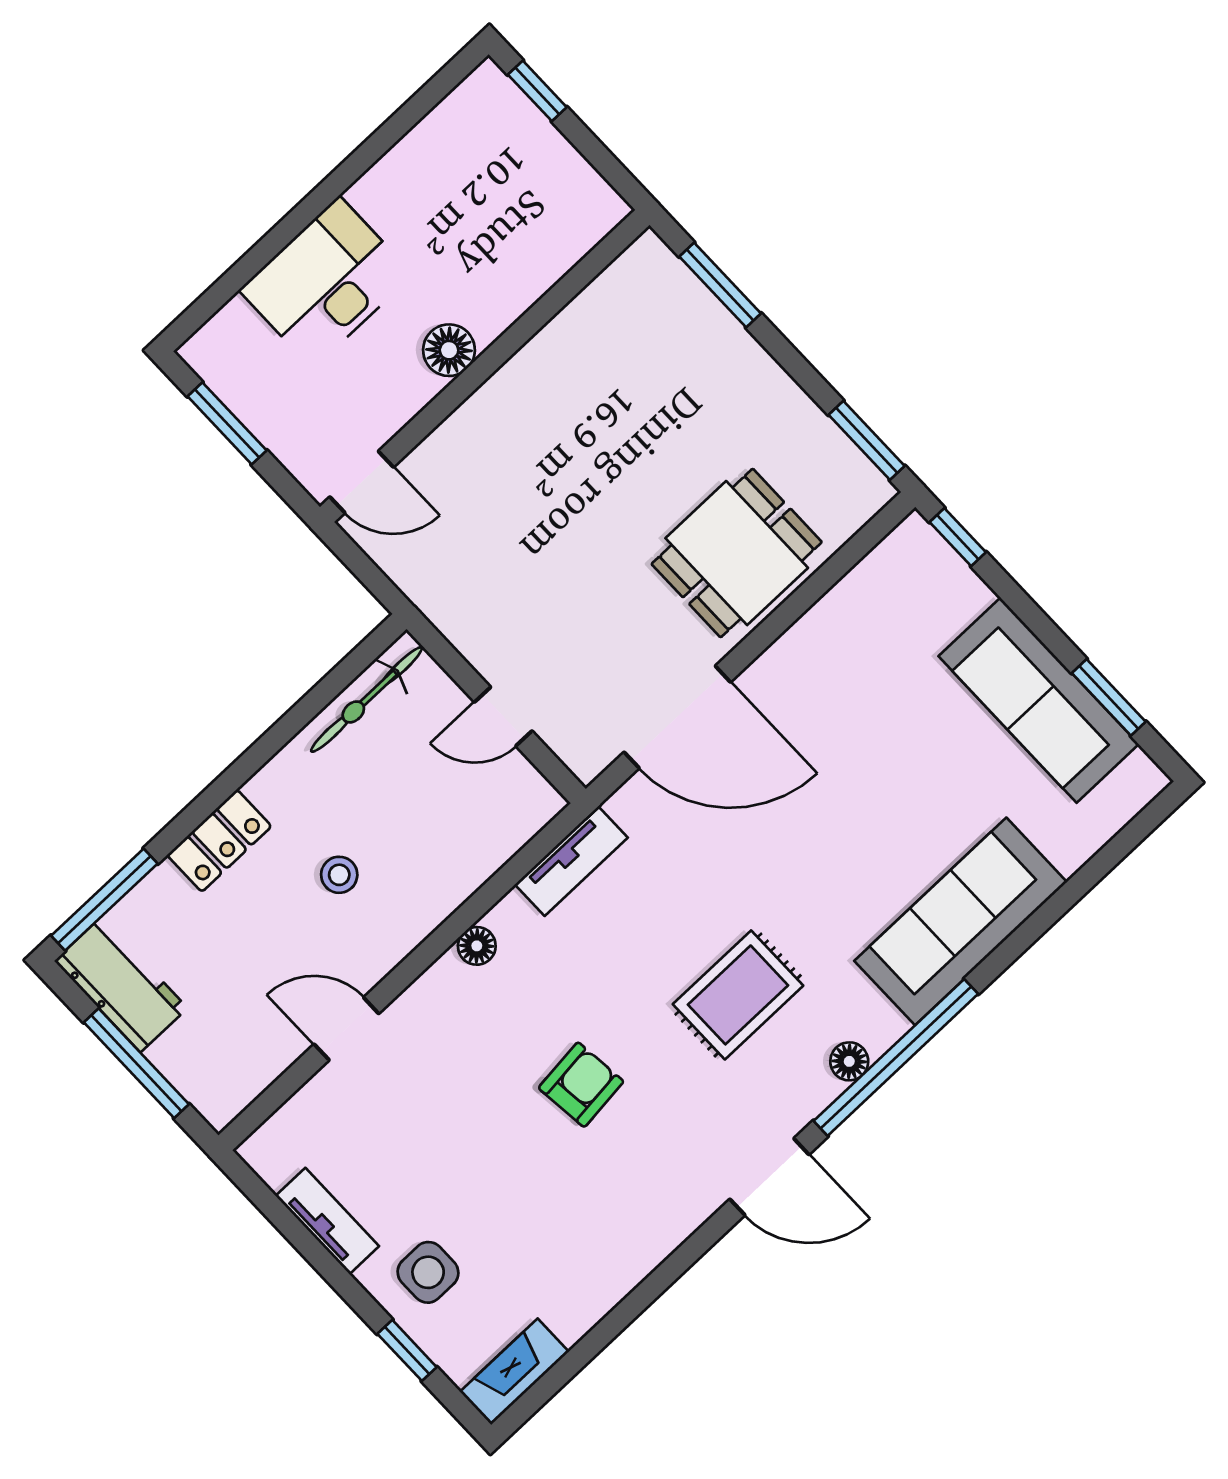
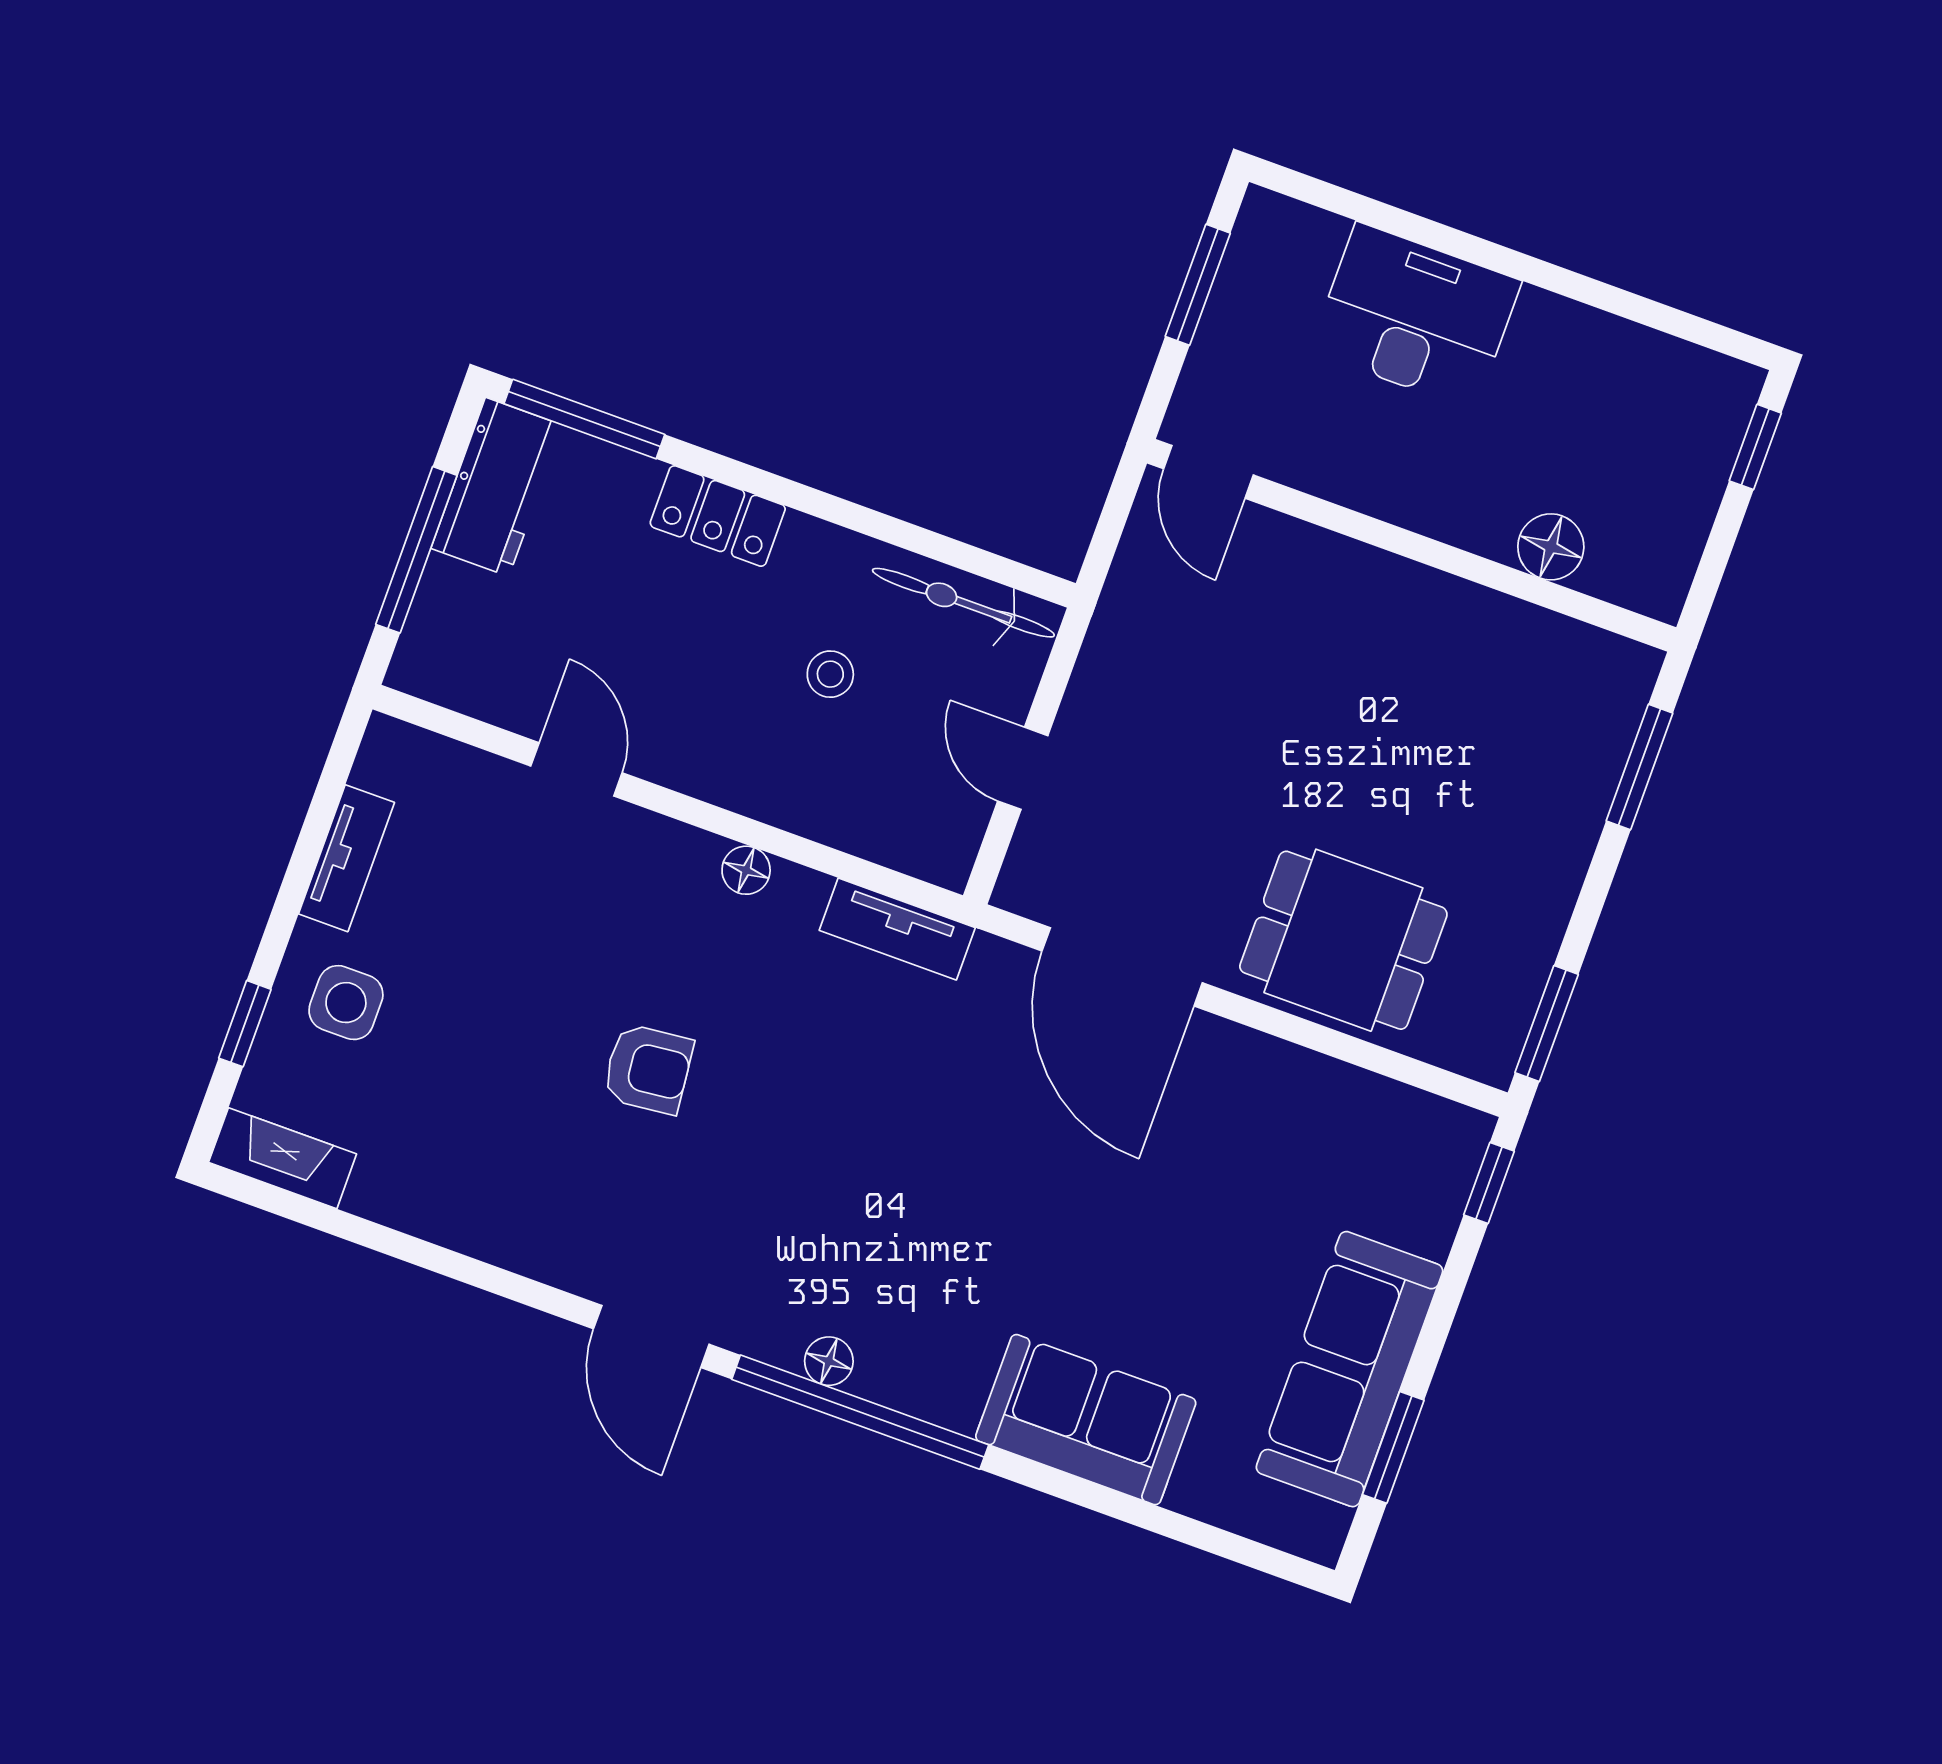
floor lamp: (449, 350) -> (1551, 547), moved
stool: (339, 875) -> (830, 674), moved
sofa: (961, 921) -> (1086, 1420), width x0.73
rug: (738, 995) -> (841, 1196), removed

